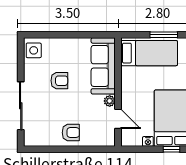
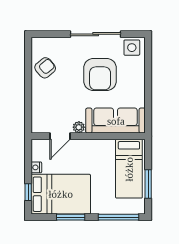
armchair: (59, 81) -> (100, 74), width x1.88, depth x1.88
sliding door: (21, 106) -> (96, 34), moved
armchair: (71, 133) -> (45, 68), moved, turned -130

